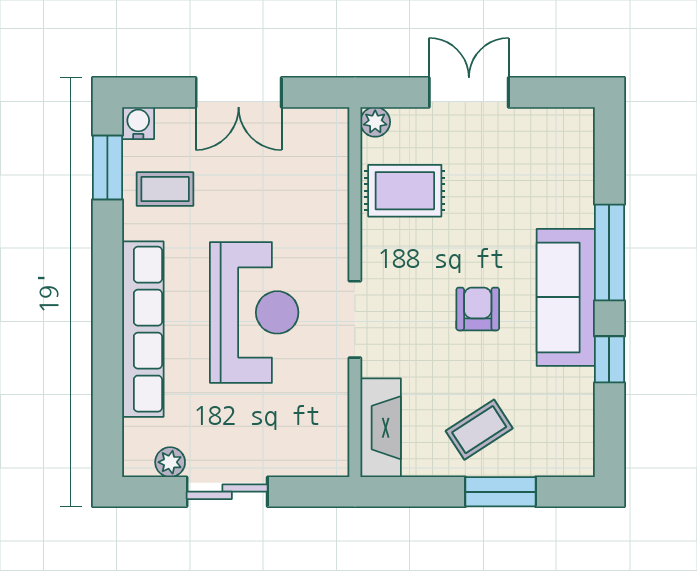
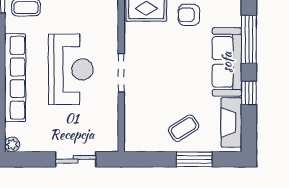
armchair: (478, 309) -> (189, 15), moved, turned -90
fireplace: (381, 428) -> (231, 122), moved, turned 180
plant: (170, 462) -> (12, 144), moved
sliding door: (227, 492) -> (76, 159), moved

